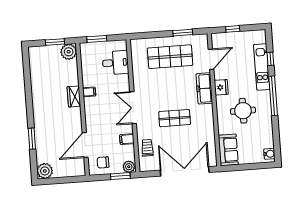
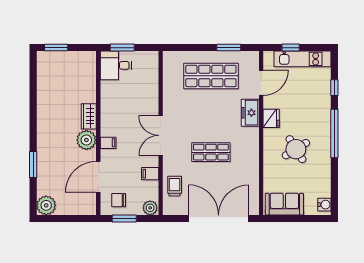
window: (55, 42) -> (56, 48), moved
plant: (69, 52) -> (86, 140), moved
desk: (115, 63) -> (116, 65), moved, turned 180
kitchen unit: (262, 67) -> (303, 59), moved, turned -90
freezer: (204, 88) -> (250, 113), width x0.71
filing cabinet: (89, 92) -> (108, 143), moved
round table: (243, 111) -> (296, 149), turned -32
sofa: (228, 150) -> (284, 204), moved, turned -90
window: (120, 176) -> (124, 219), moved

